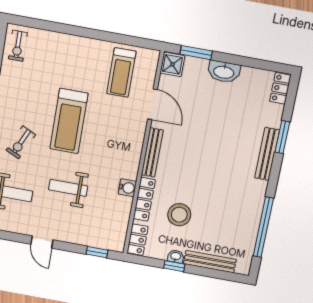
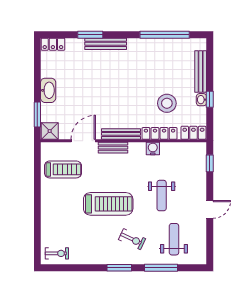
bench: (137, 140) -> (113, 148), added

